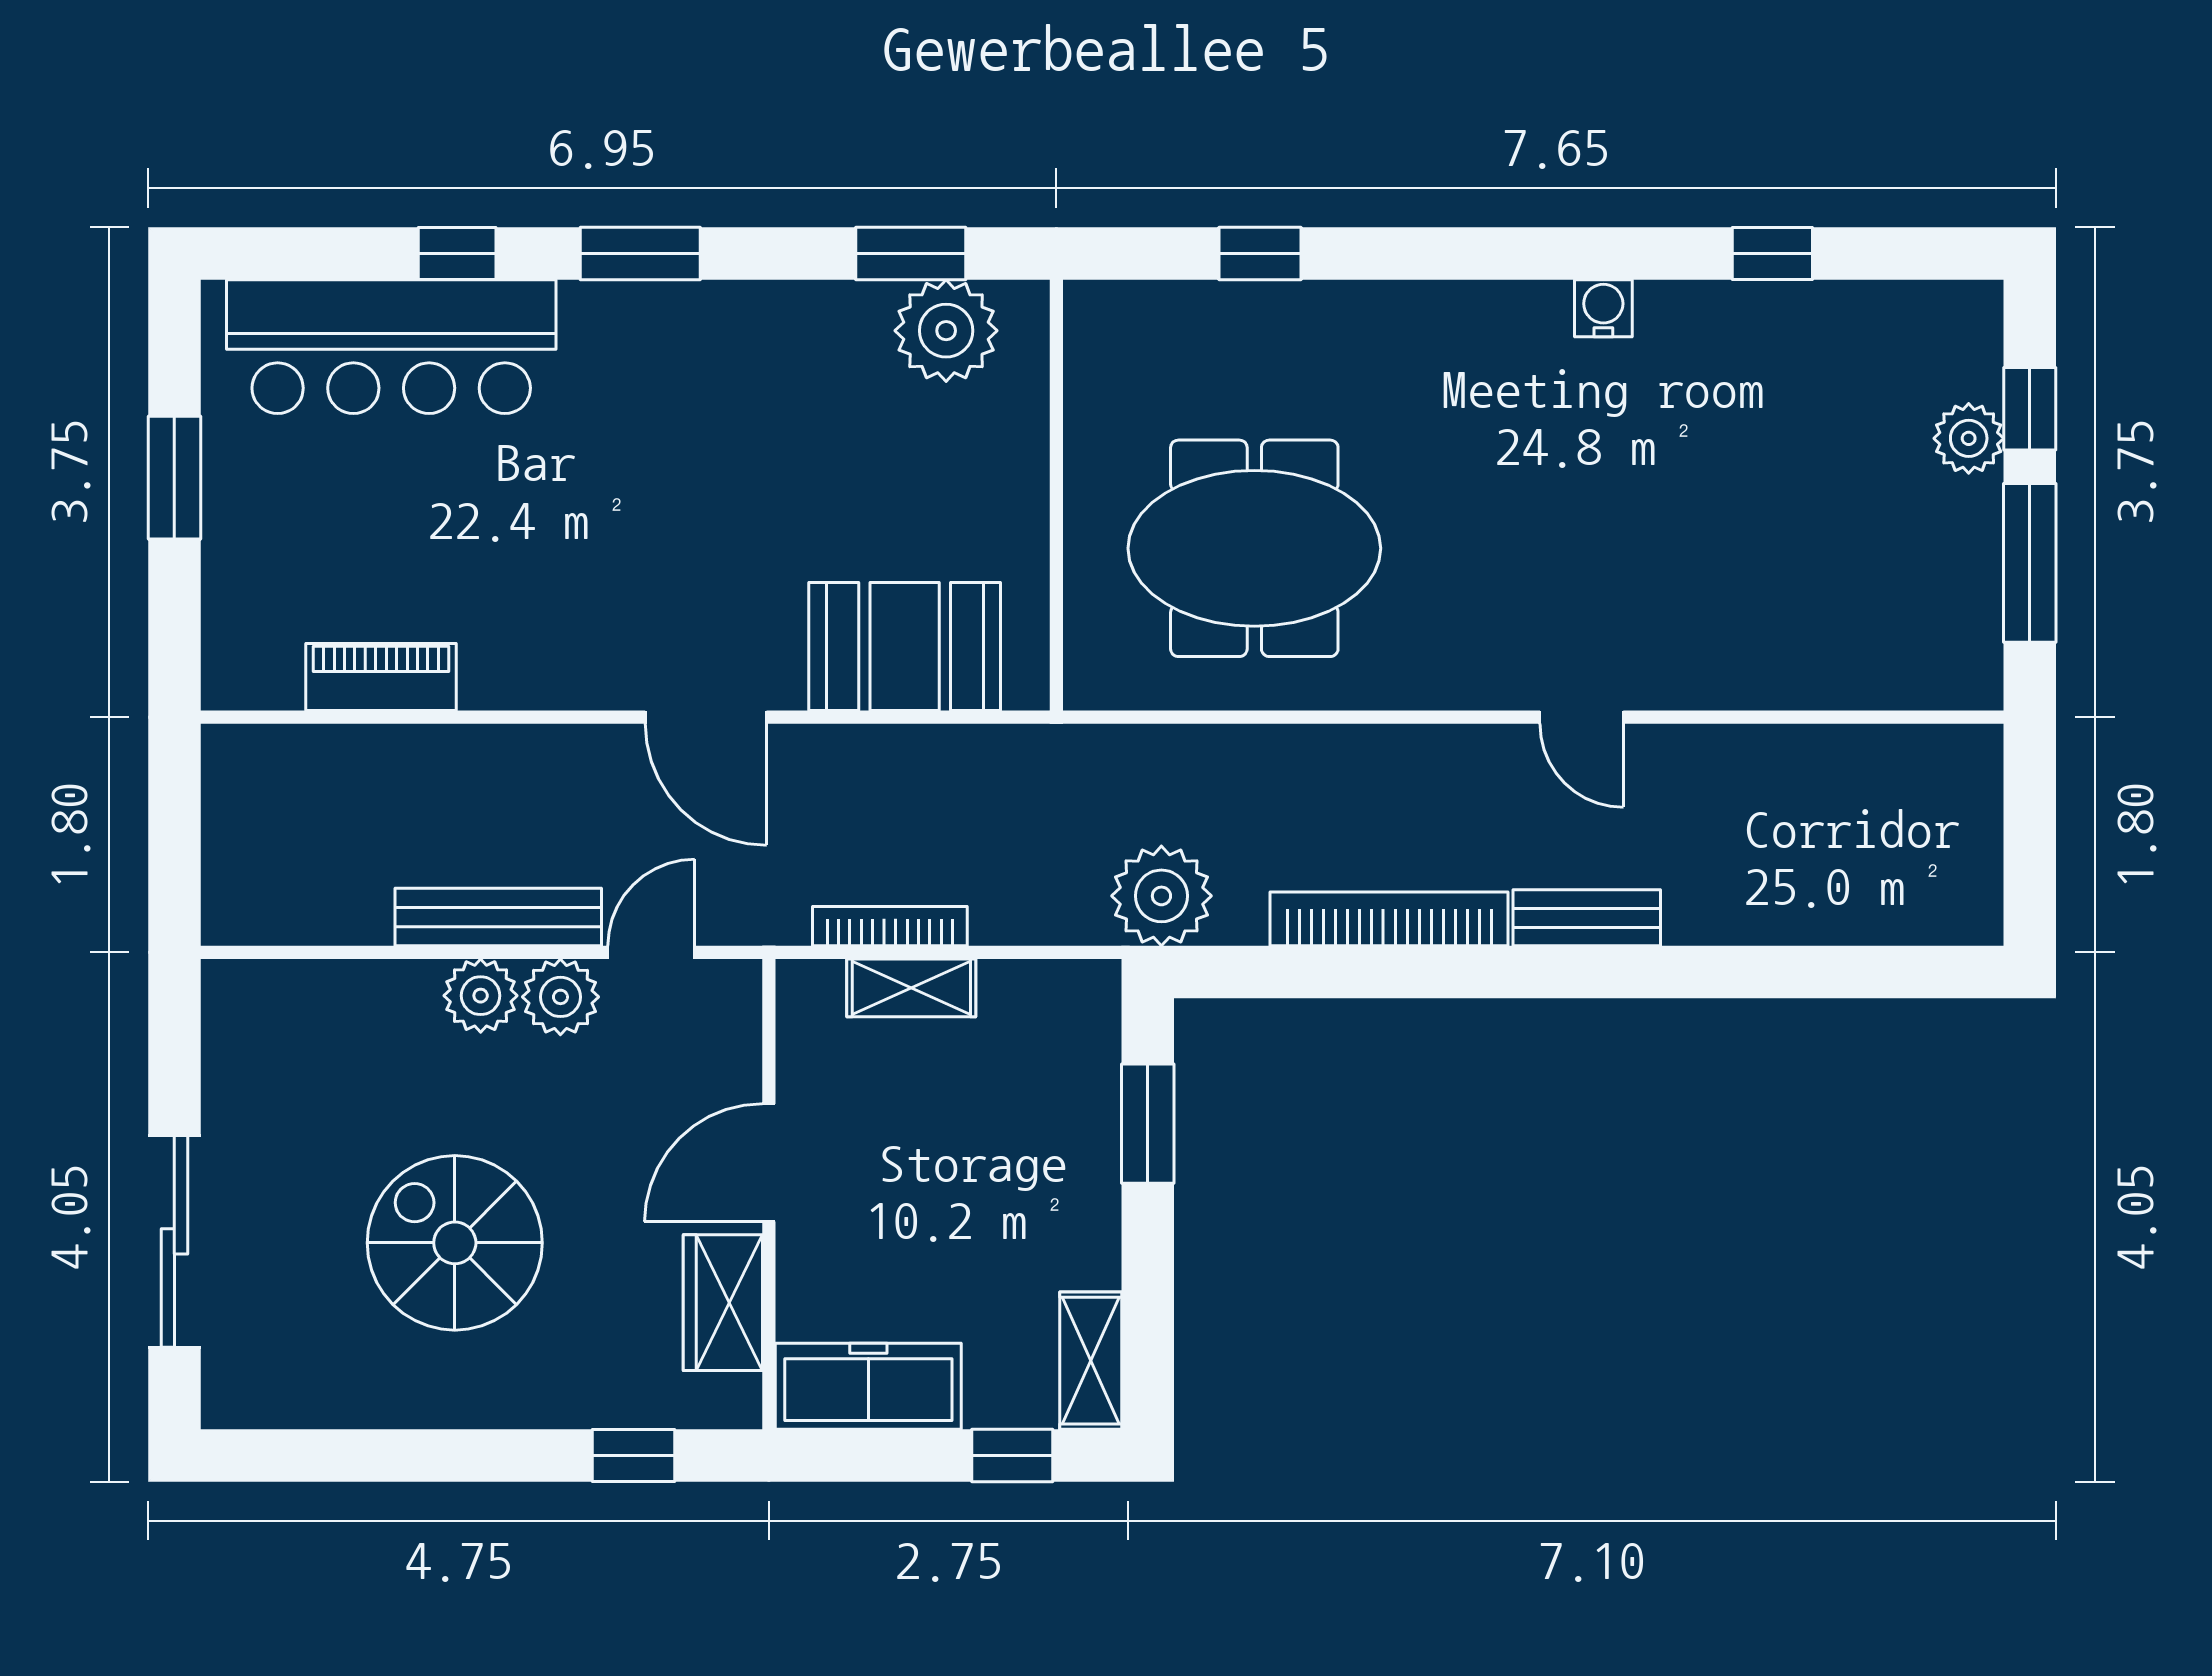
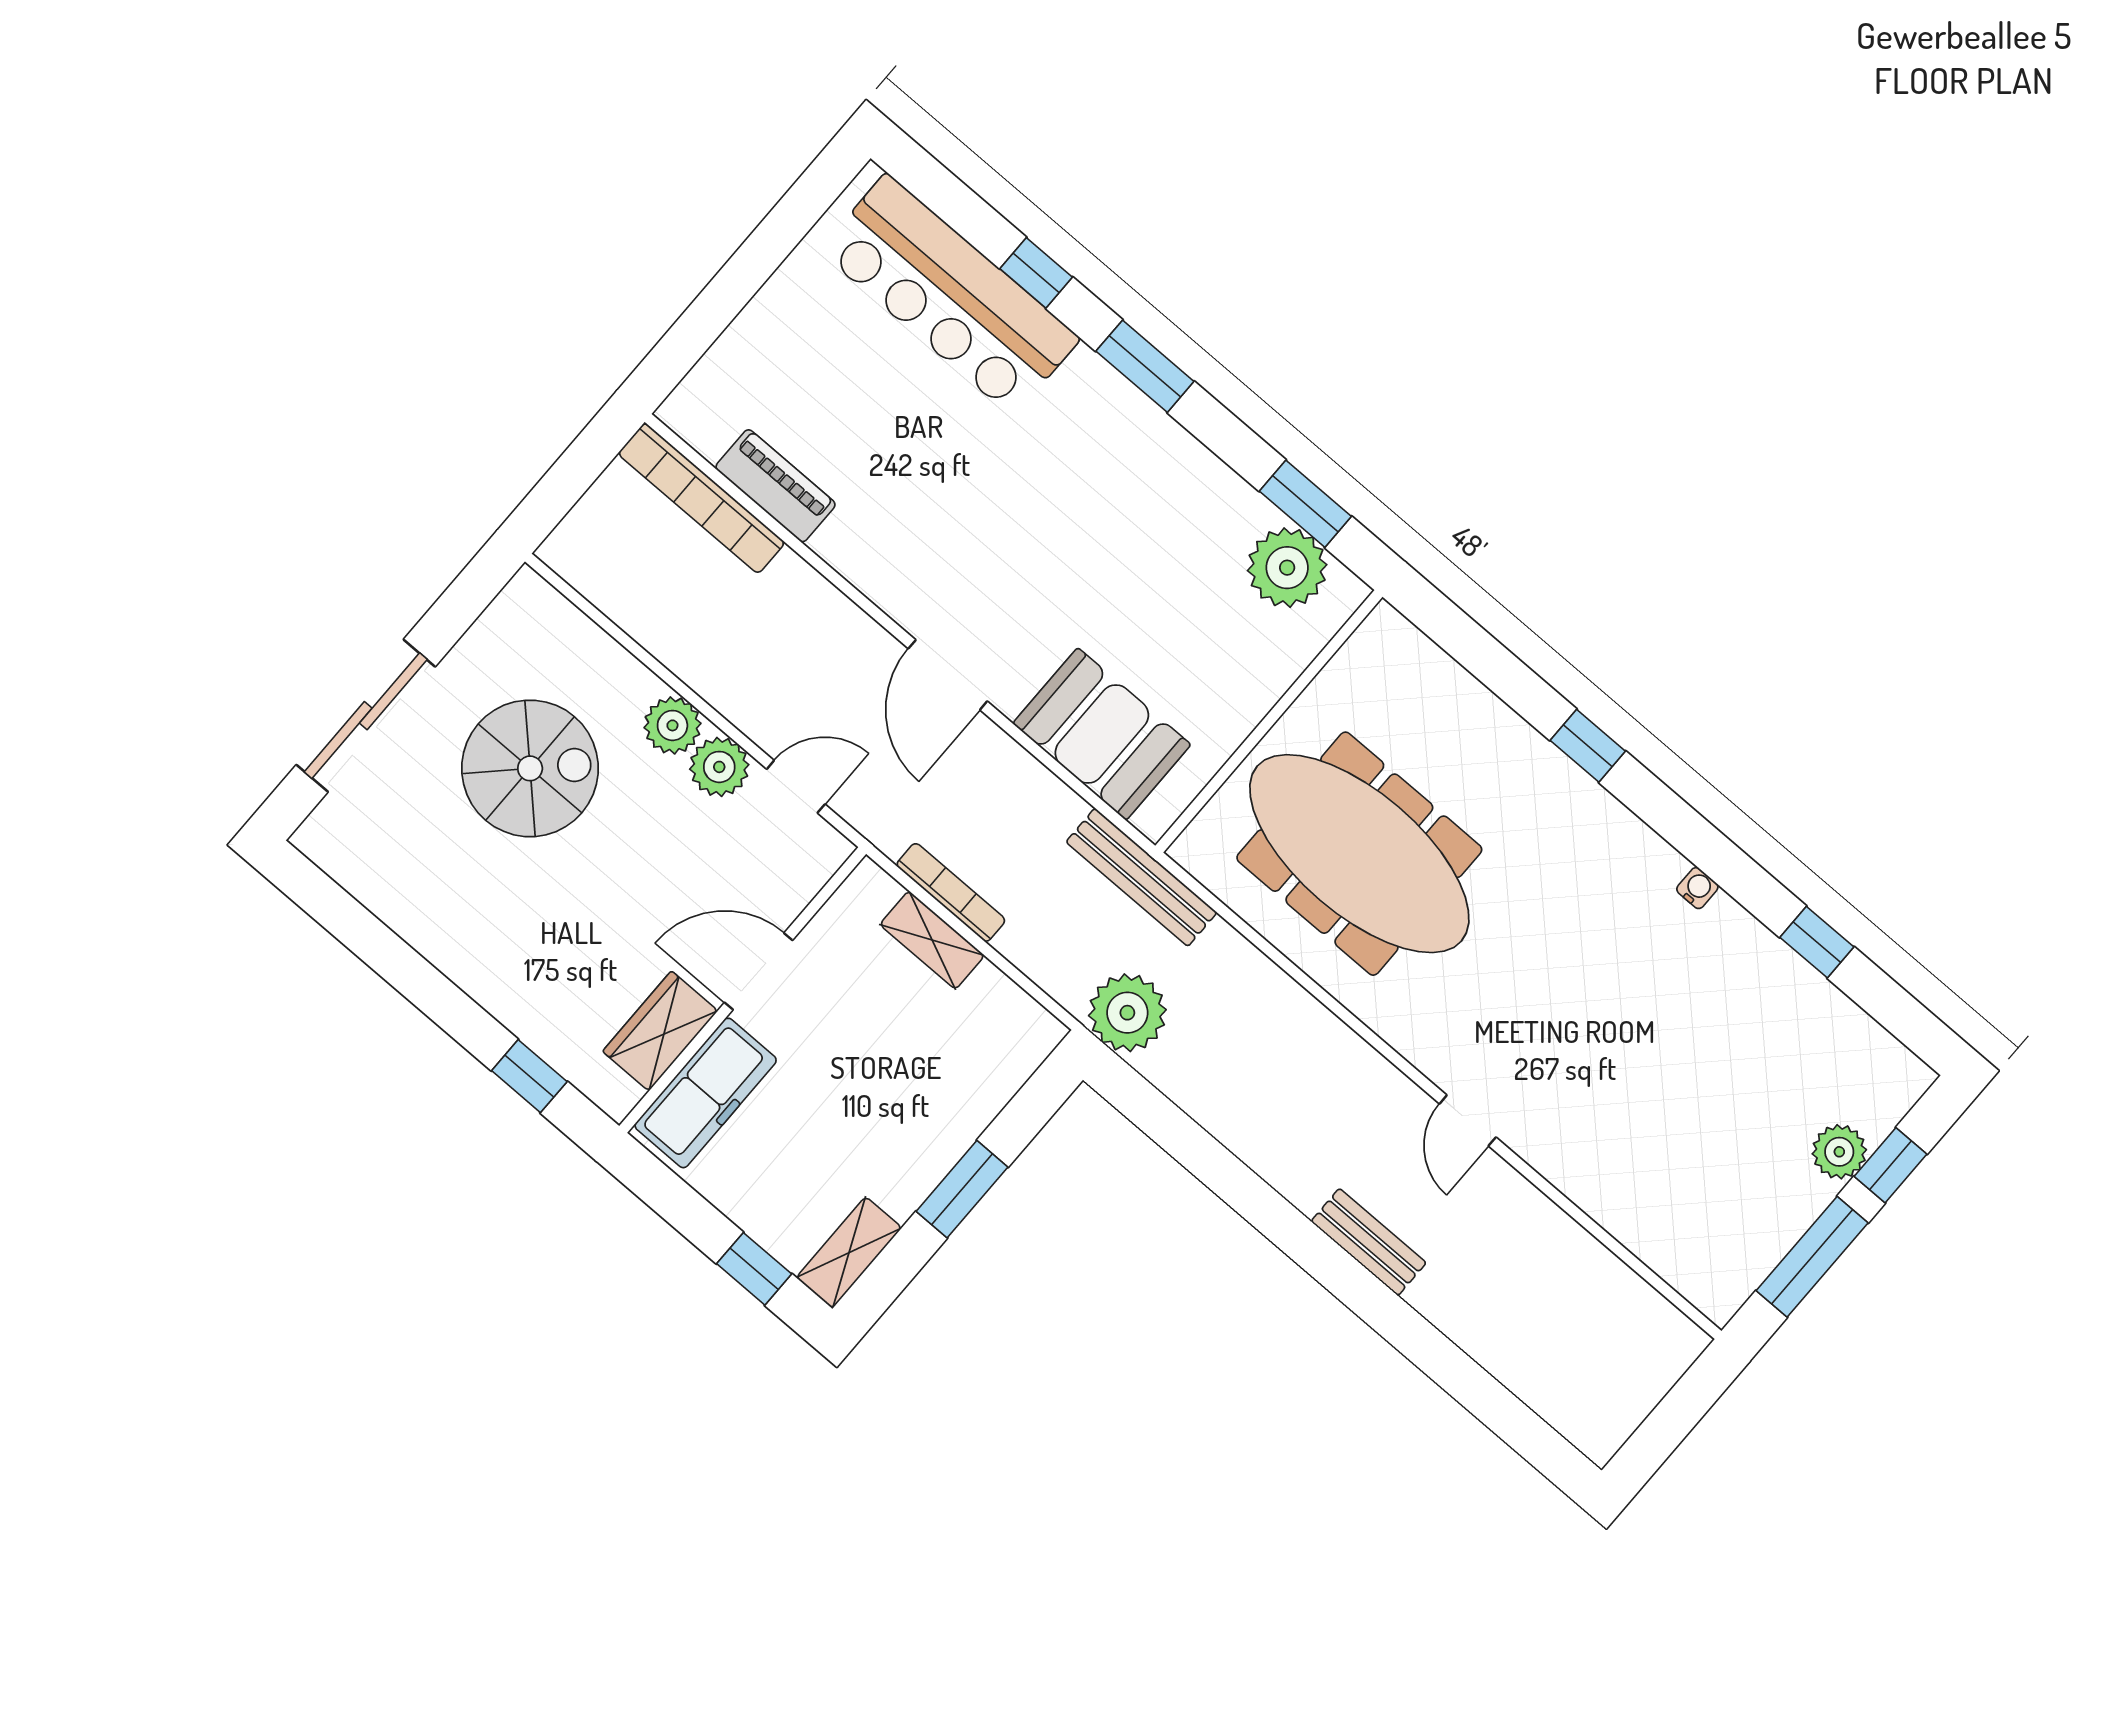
window: (1260, 253) -> (1588, 746), moved
water cooler: (1603, 308) -> (1697, 888), width x0.72, depth x0.72
window: (174, 478) -> (754, 262), removed
meeting table: (1254, 548) -> (1359, 854), width x1.36
bench: (498, 917) -> (1141, 877), moved
bookcase: (1389, 919) -> (701, 498), moved, turned 180
window: (1148, 1124) -> (962, 1189), moved
spiral stairs: (455, 1243) -> (530, 768), moved, turned 90
freezer: (868, 1386) -> (706, 1093), moved, turned 90

